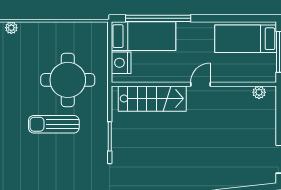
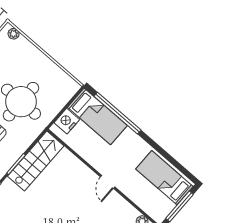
door: (200, 84) -> (108, 182), swing flipped
stairs: (152, 99) -> (36, 161), moved, turned -90

